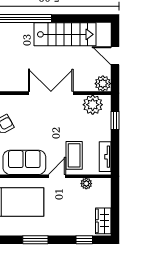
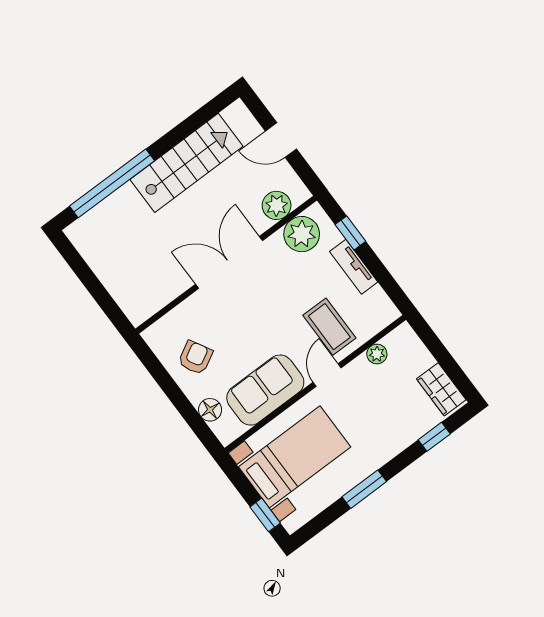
plant: (103, 84) -> (277, 205), moved
tv unit: (105, 157) -> (354, 267), moved

